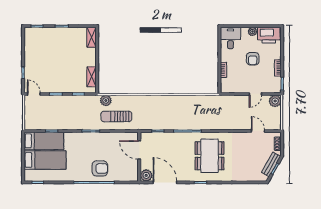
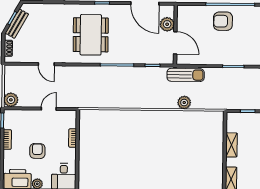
shelving: (91, 77) -> (232, 145), moved
door: (255, 94) -> (49, 109), moved
plant: (106, 100) -> (184, 103), moved
sun lounger: (116, 116) -> (186, 75), moved
door: (258, 131) -> (46, 64), moved
plant: (146, 175) -> (167, 24), moved

